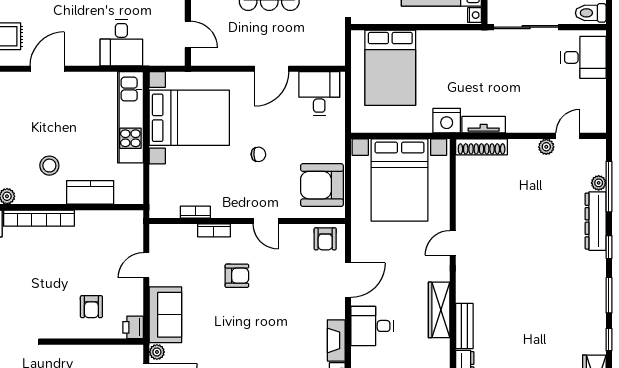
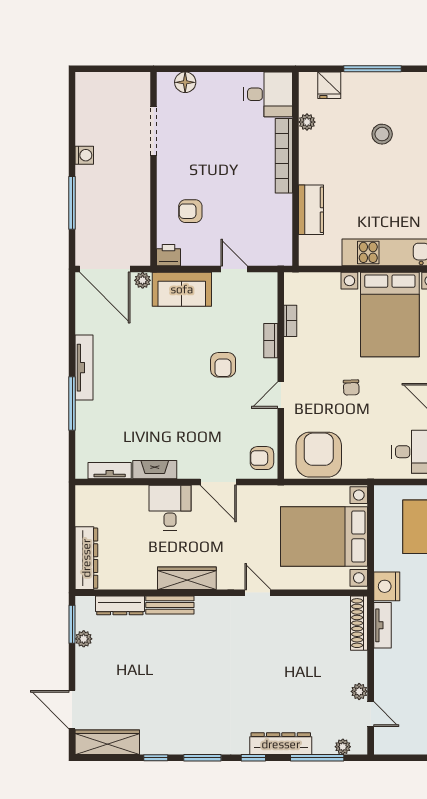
stool: (49, 166) -> (382, 134), moved
plant: (599, 183) -> (343, 747), moved

